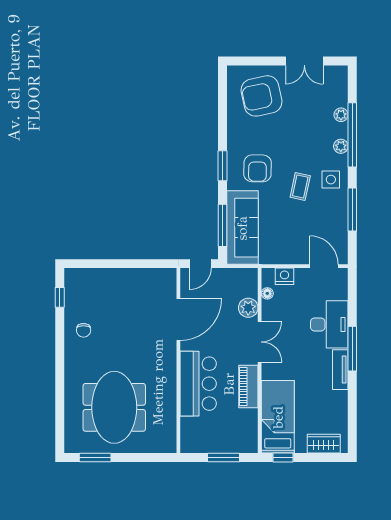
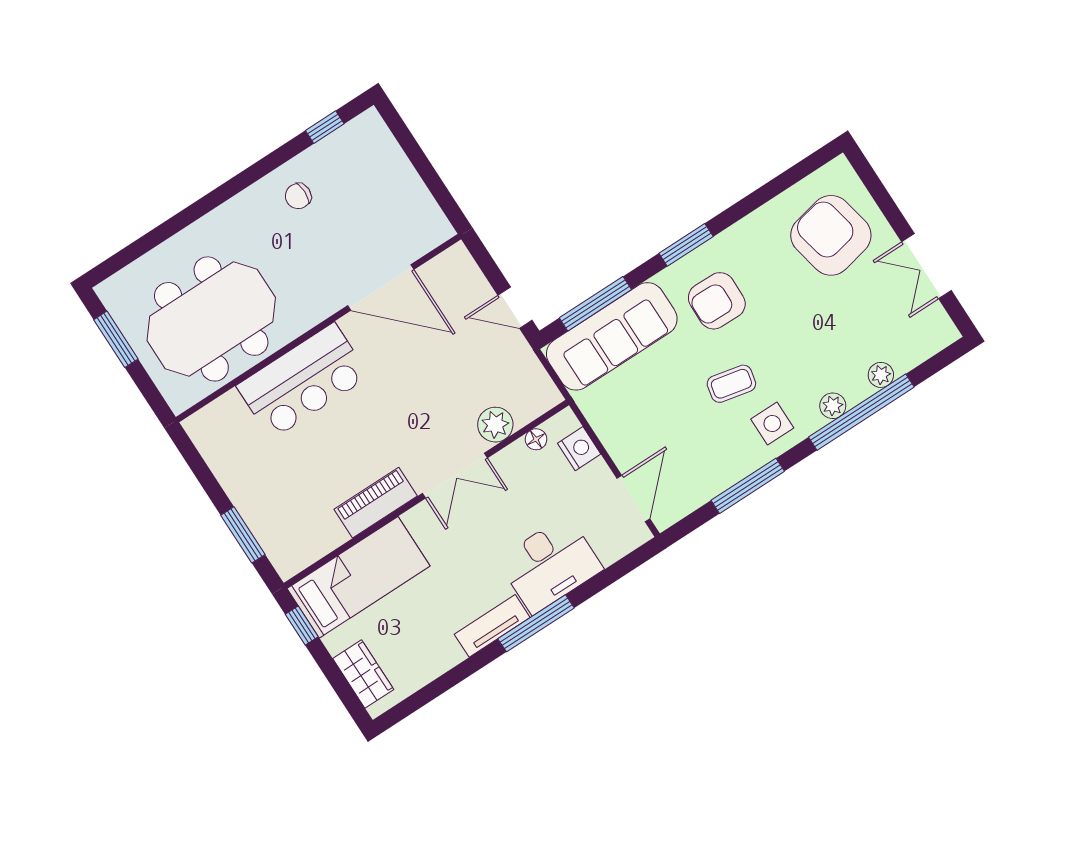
door: (178, 320) -> (381, 288), moved
wall: (178, 361) -> (318, 328), moved
bar counter: (198, 384) -> (303, 381), moved

